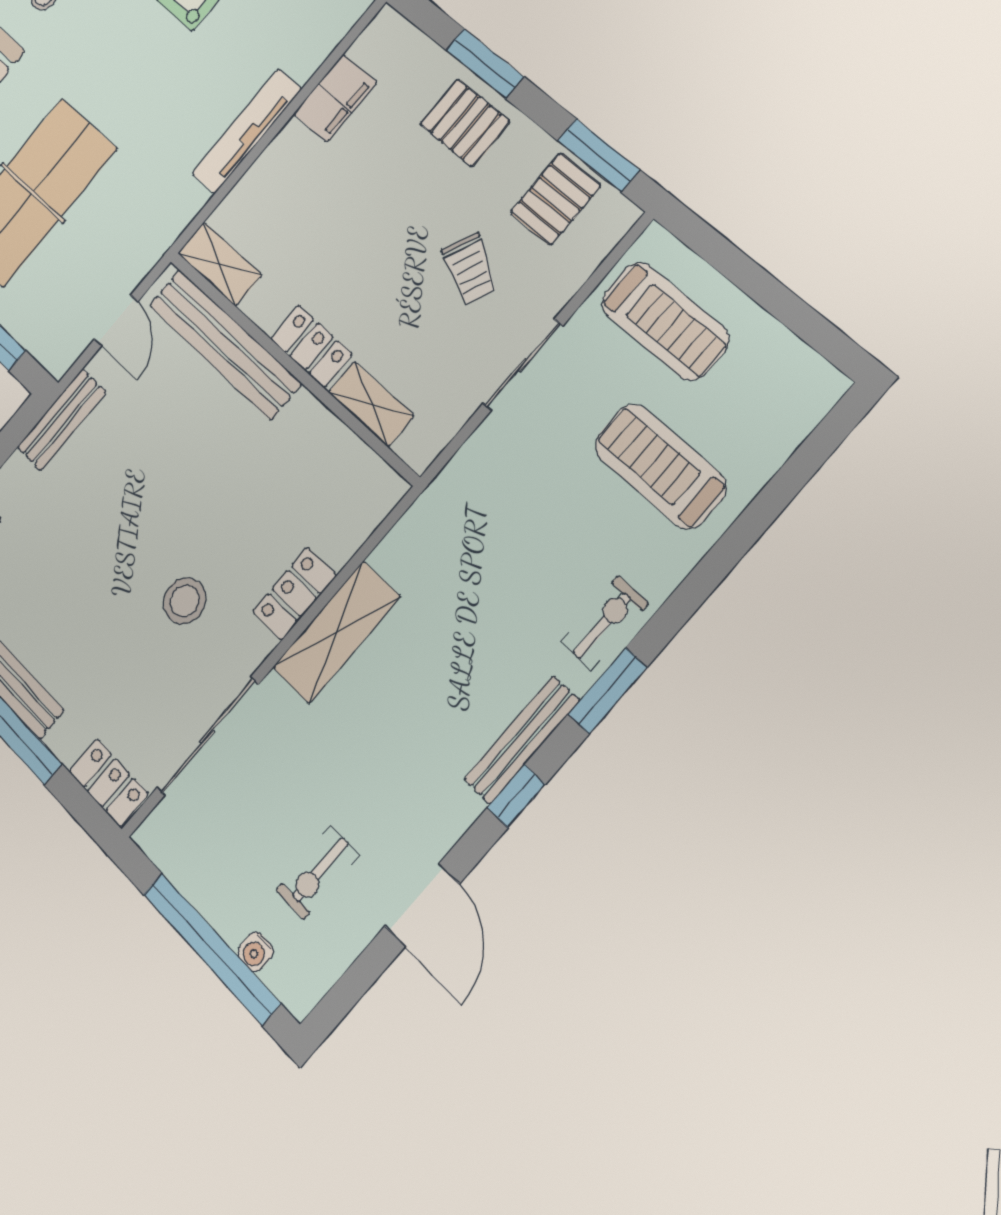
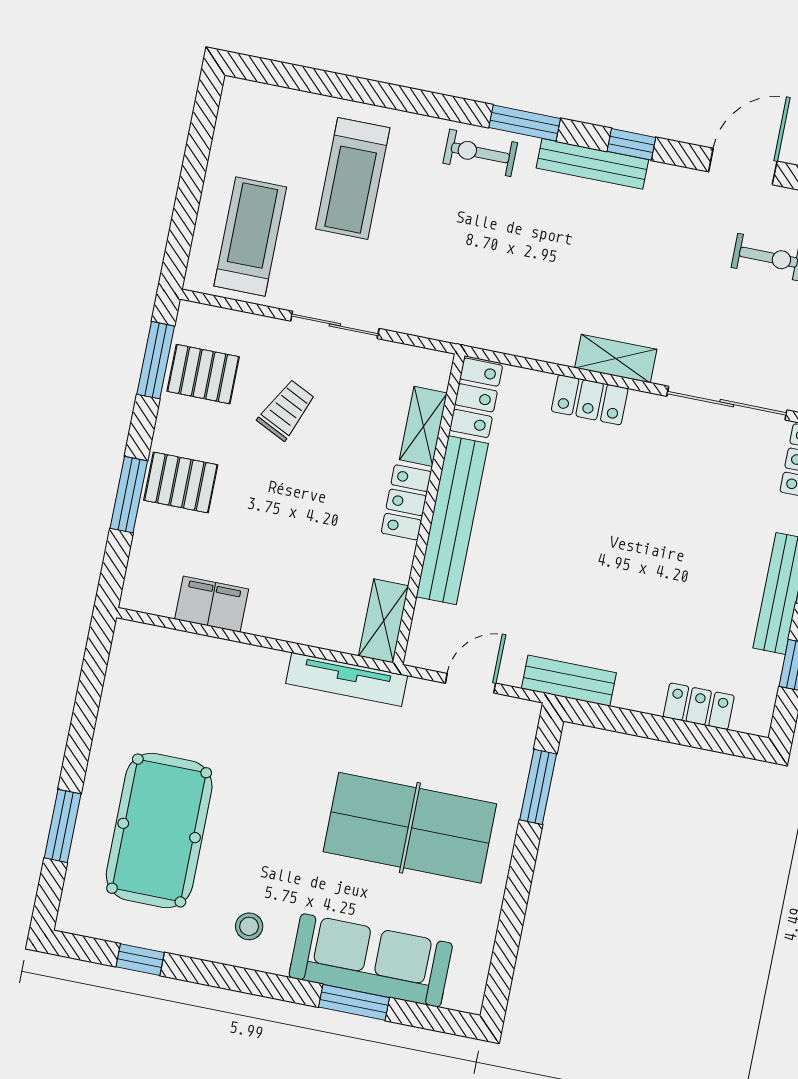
pallet: (465, 123) -> (181, 483), turned 90
tv unit: (247, 131) -> (347, 680), moved
bench: (224, 344) -> (452, 520), moved
locker: (366, 475) -> (476, 398), added
stool: (185, 601) -> (643, 485), removed
shelving: (336, 632) -> (616, 359), width x0.67, depth x0.75

